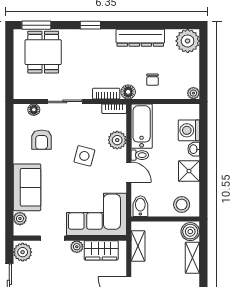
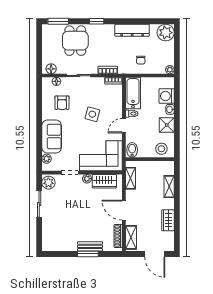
dining table: (43, 52) -> (75, 41), moved
floor lamp: (128, 92) -> (51, 69), moved
plant: (117, 140) -> (116, 103), removed
door: (129, 172) -> (124, 126), swing flipped
boiler: (190, 232) -> (168, 168), removed

